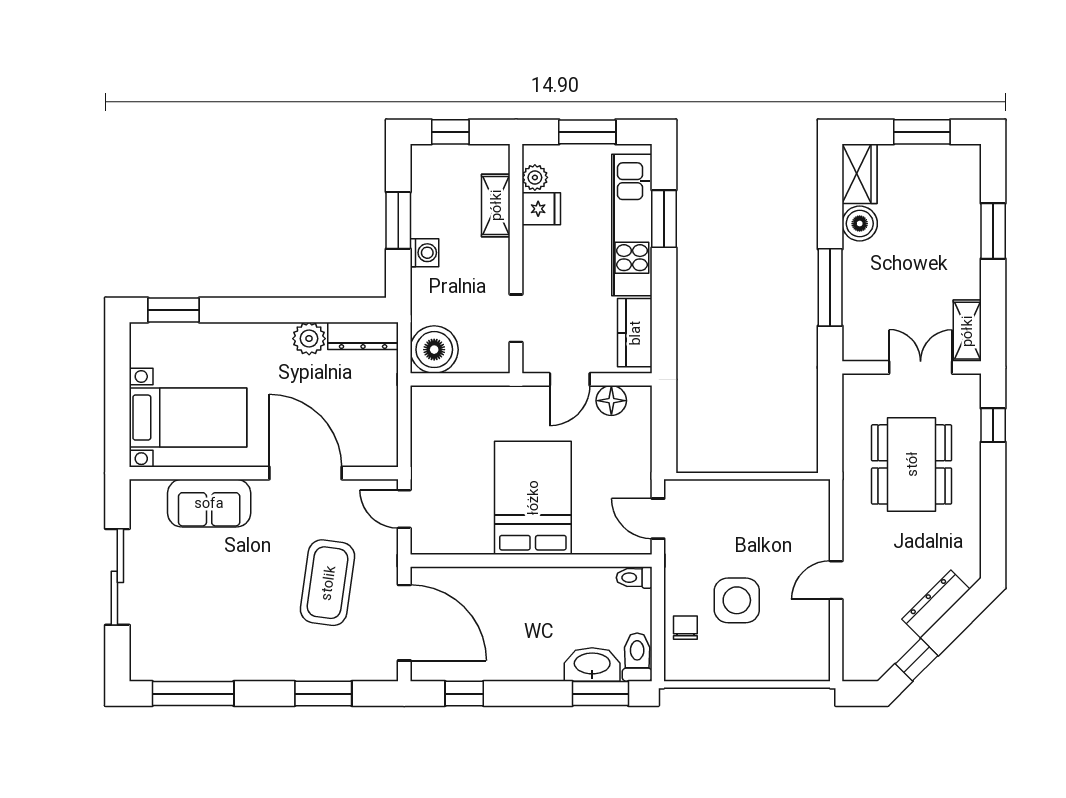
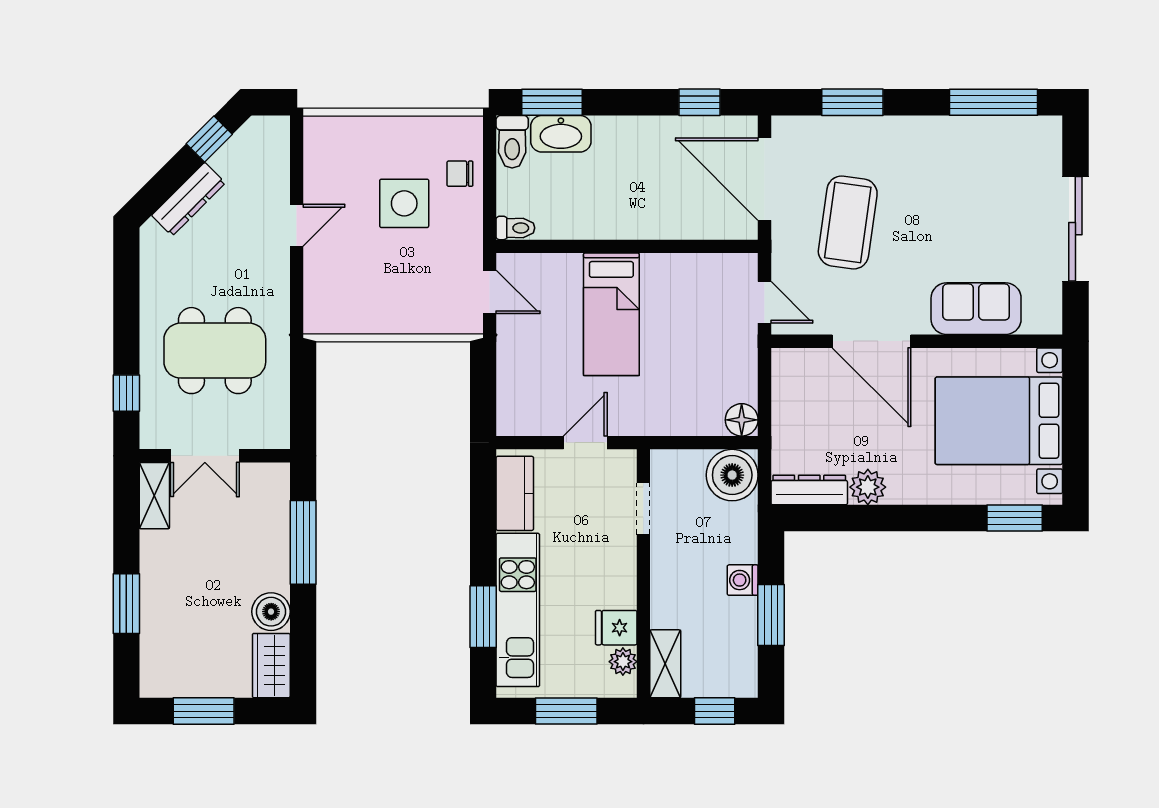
shelving: (496, 205) -> (665, 664), moved
floor lamp: (611, 401) -> (742, 420), moved
bed with nightstands: (188, 418) -> (999, 421), width x1.36
dining table: (912, 464) -> (215, 351), turned 90
bed: (533, 498) -> (611, 314), width x0.67
chair: (685, 628) -> (460, 174), turned 90

